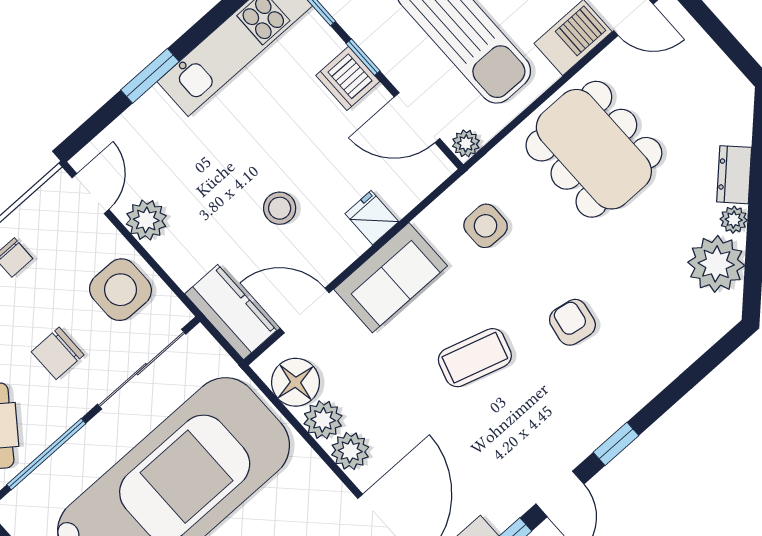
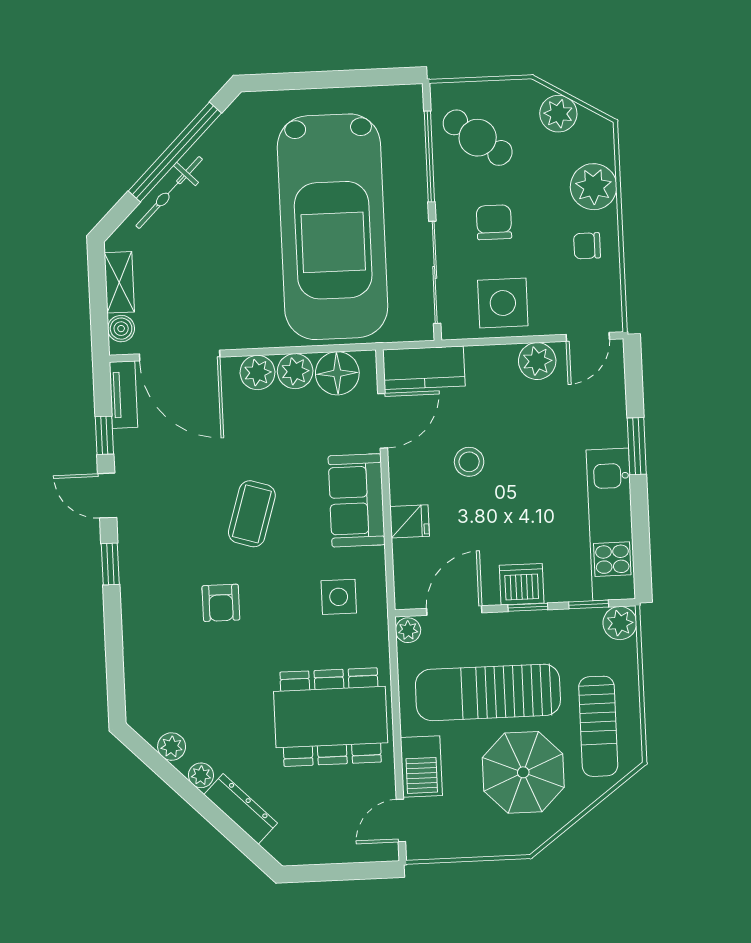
dresser: (734, 175) -> (241, 809), width x1.44
door: (90, 194) -> (588, 337), hinge flipped
plant: (716, 264) -> (172, 747), width x0.53, depth x0.53
armchair: (572, 322) -> (221, 603), turned 80

